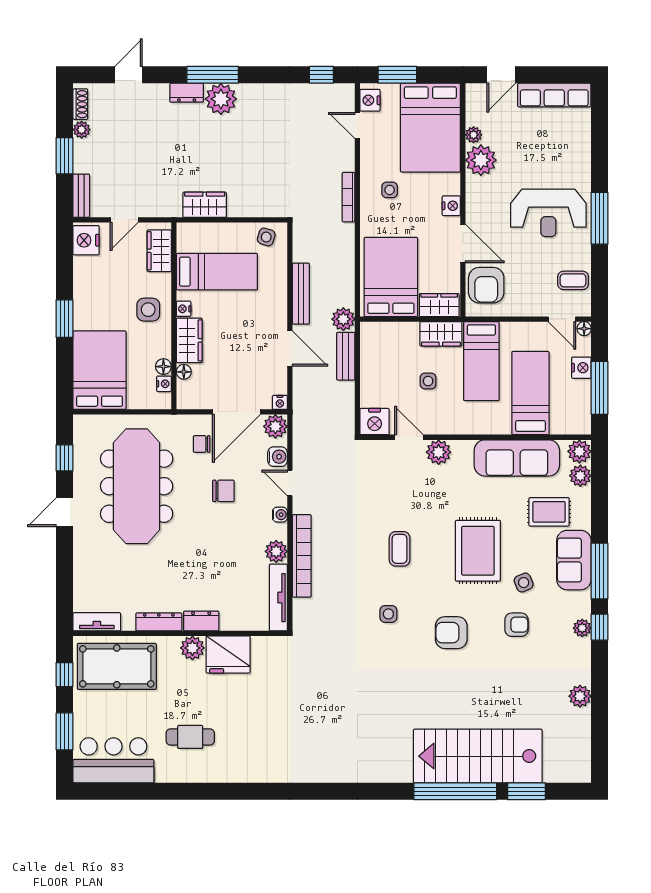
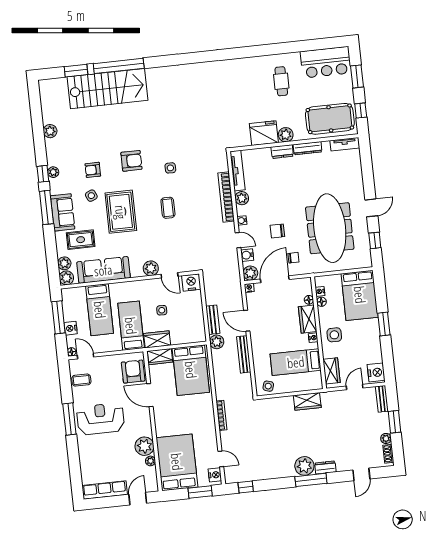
side table: (390, 190) -> (197, 422), removed
nightstand: (451, 206) -> (159, 417), removed
cafe table: (190, 737) -> (281, 81), turned 90

